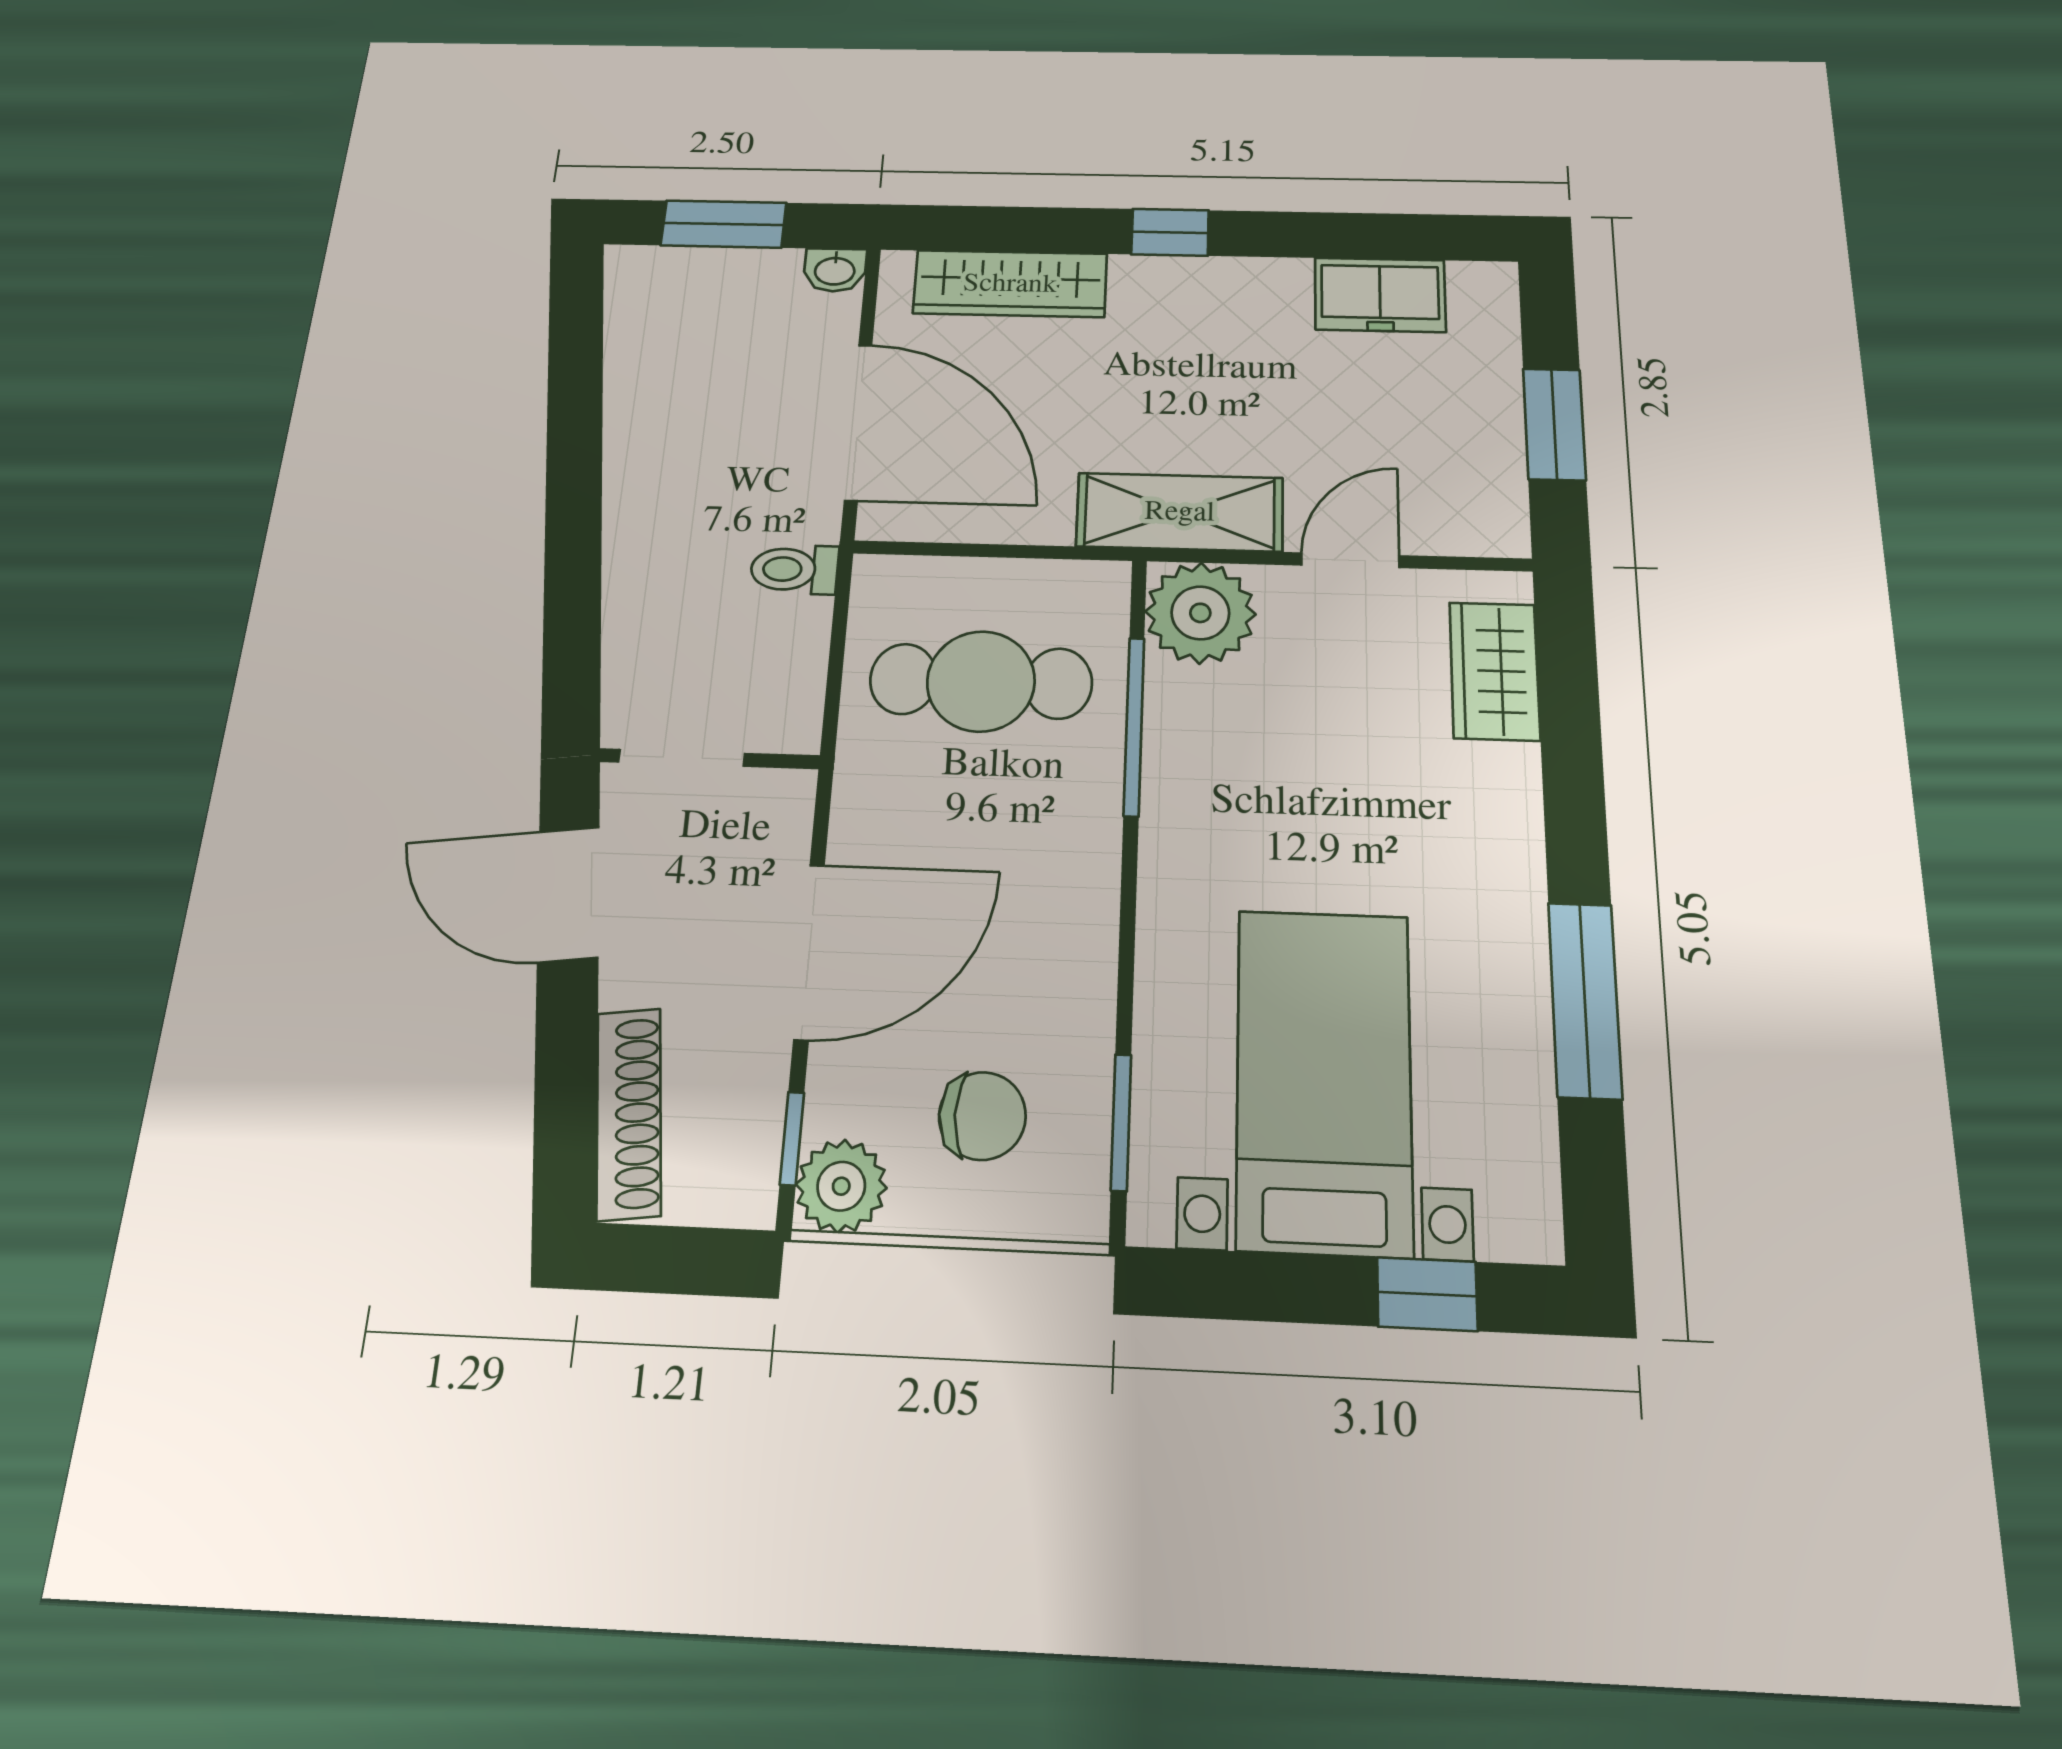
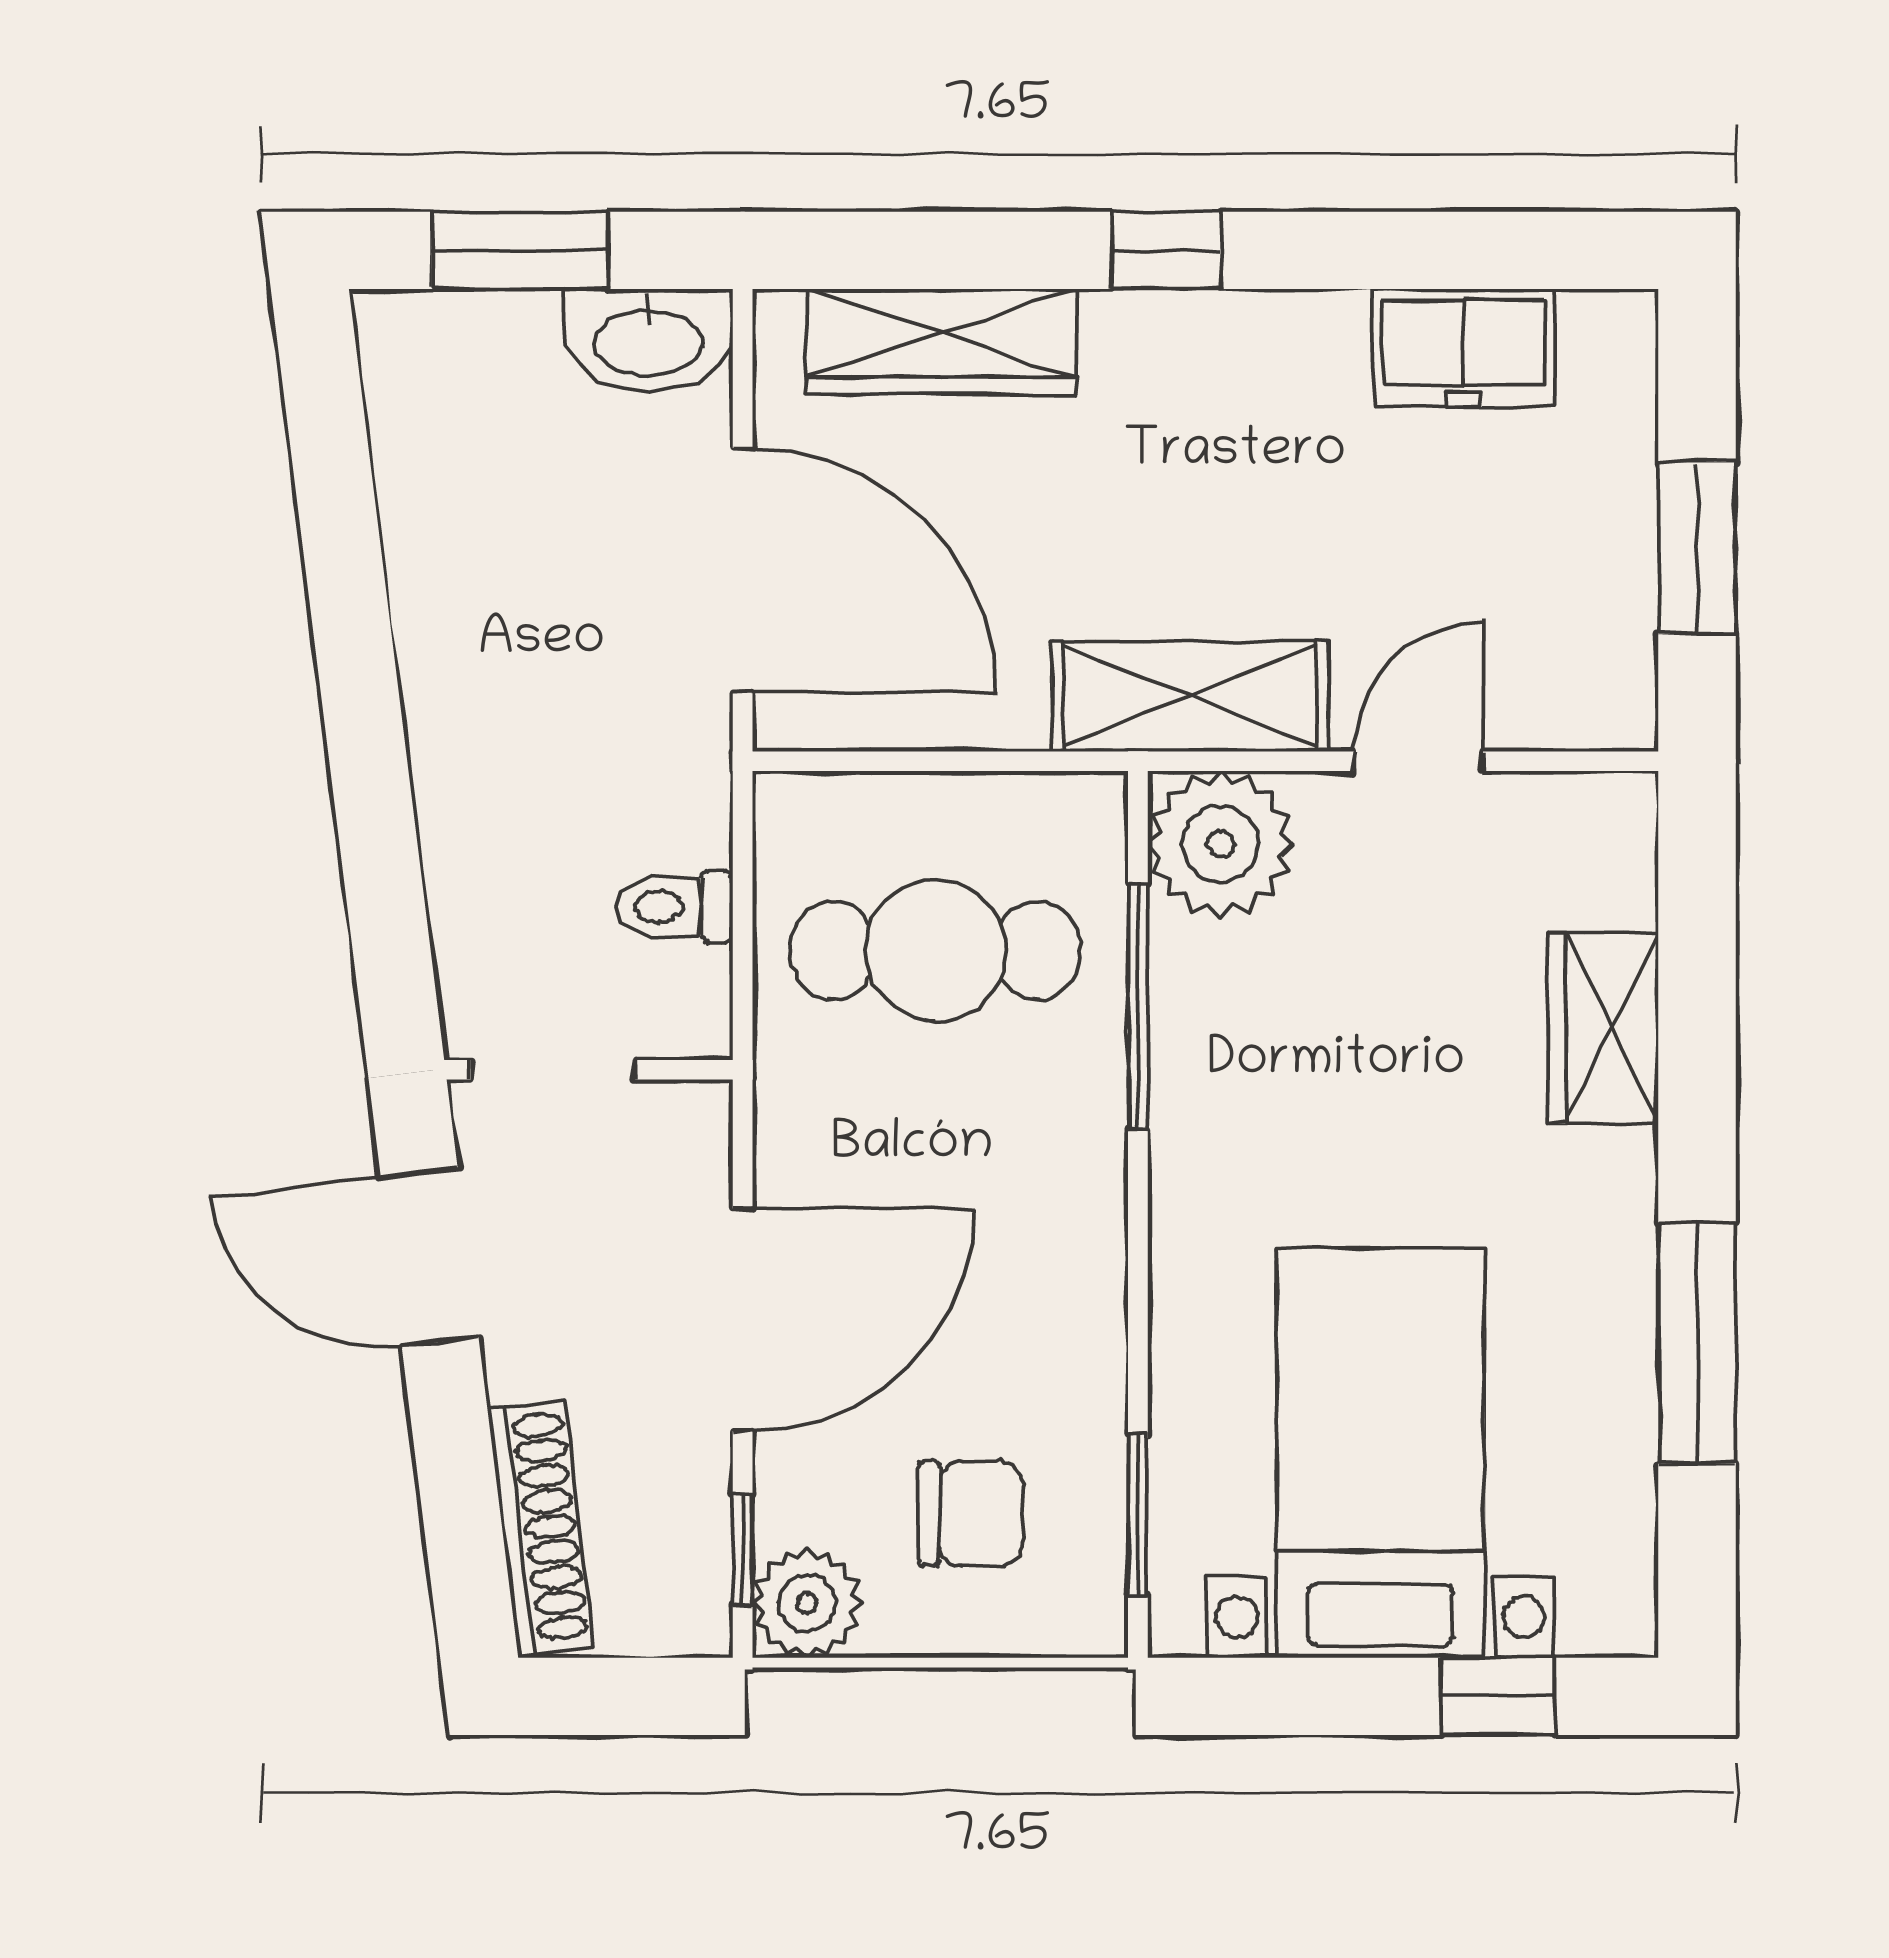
washbasin: (835, 270) -> (648, 341), width x1.91, depth x1.45
toilet: (794, 569) -> (675, 907), moved
wardrobe: (1494, 671) -> (1603, 1028), moved

